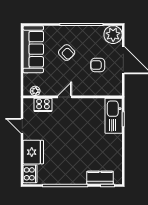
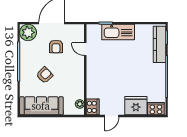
door: (65, 97) -> (85, 49), moved
cooker: (43, 105) -> (93, 107), moved
kitchen sink: (114, 116) -> (118, 32), moved
kitchen counter: (100, 178) -> (159, 44), width x1.50

